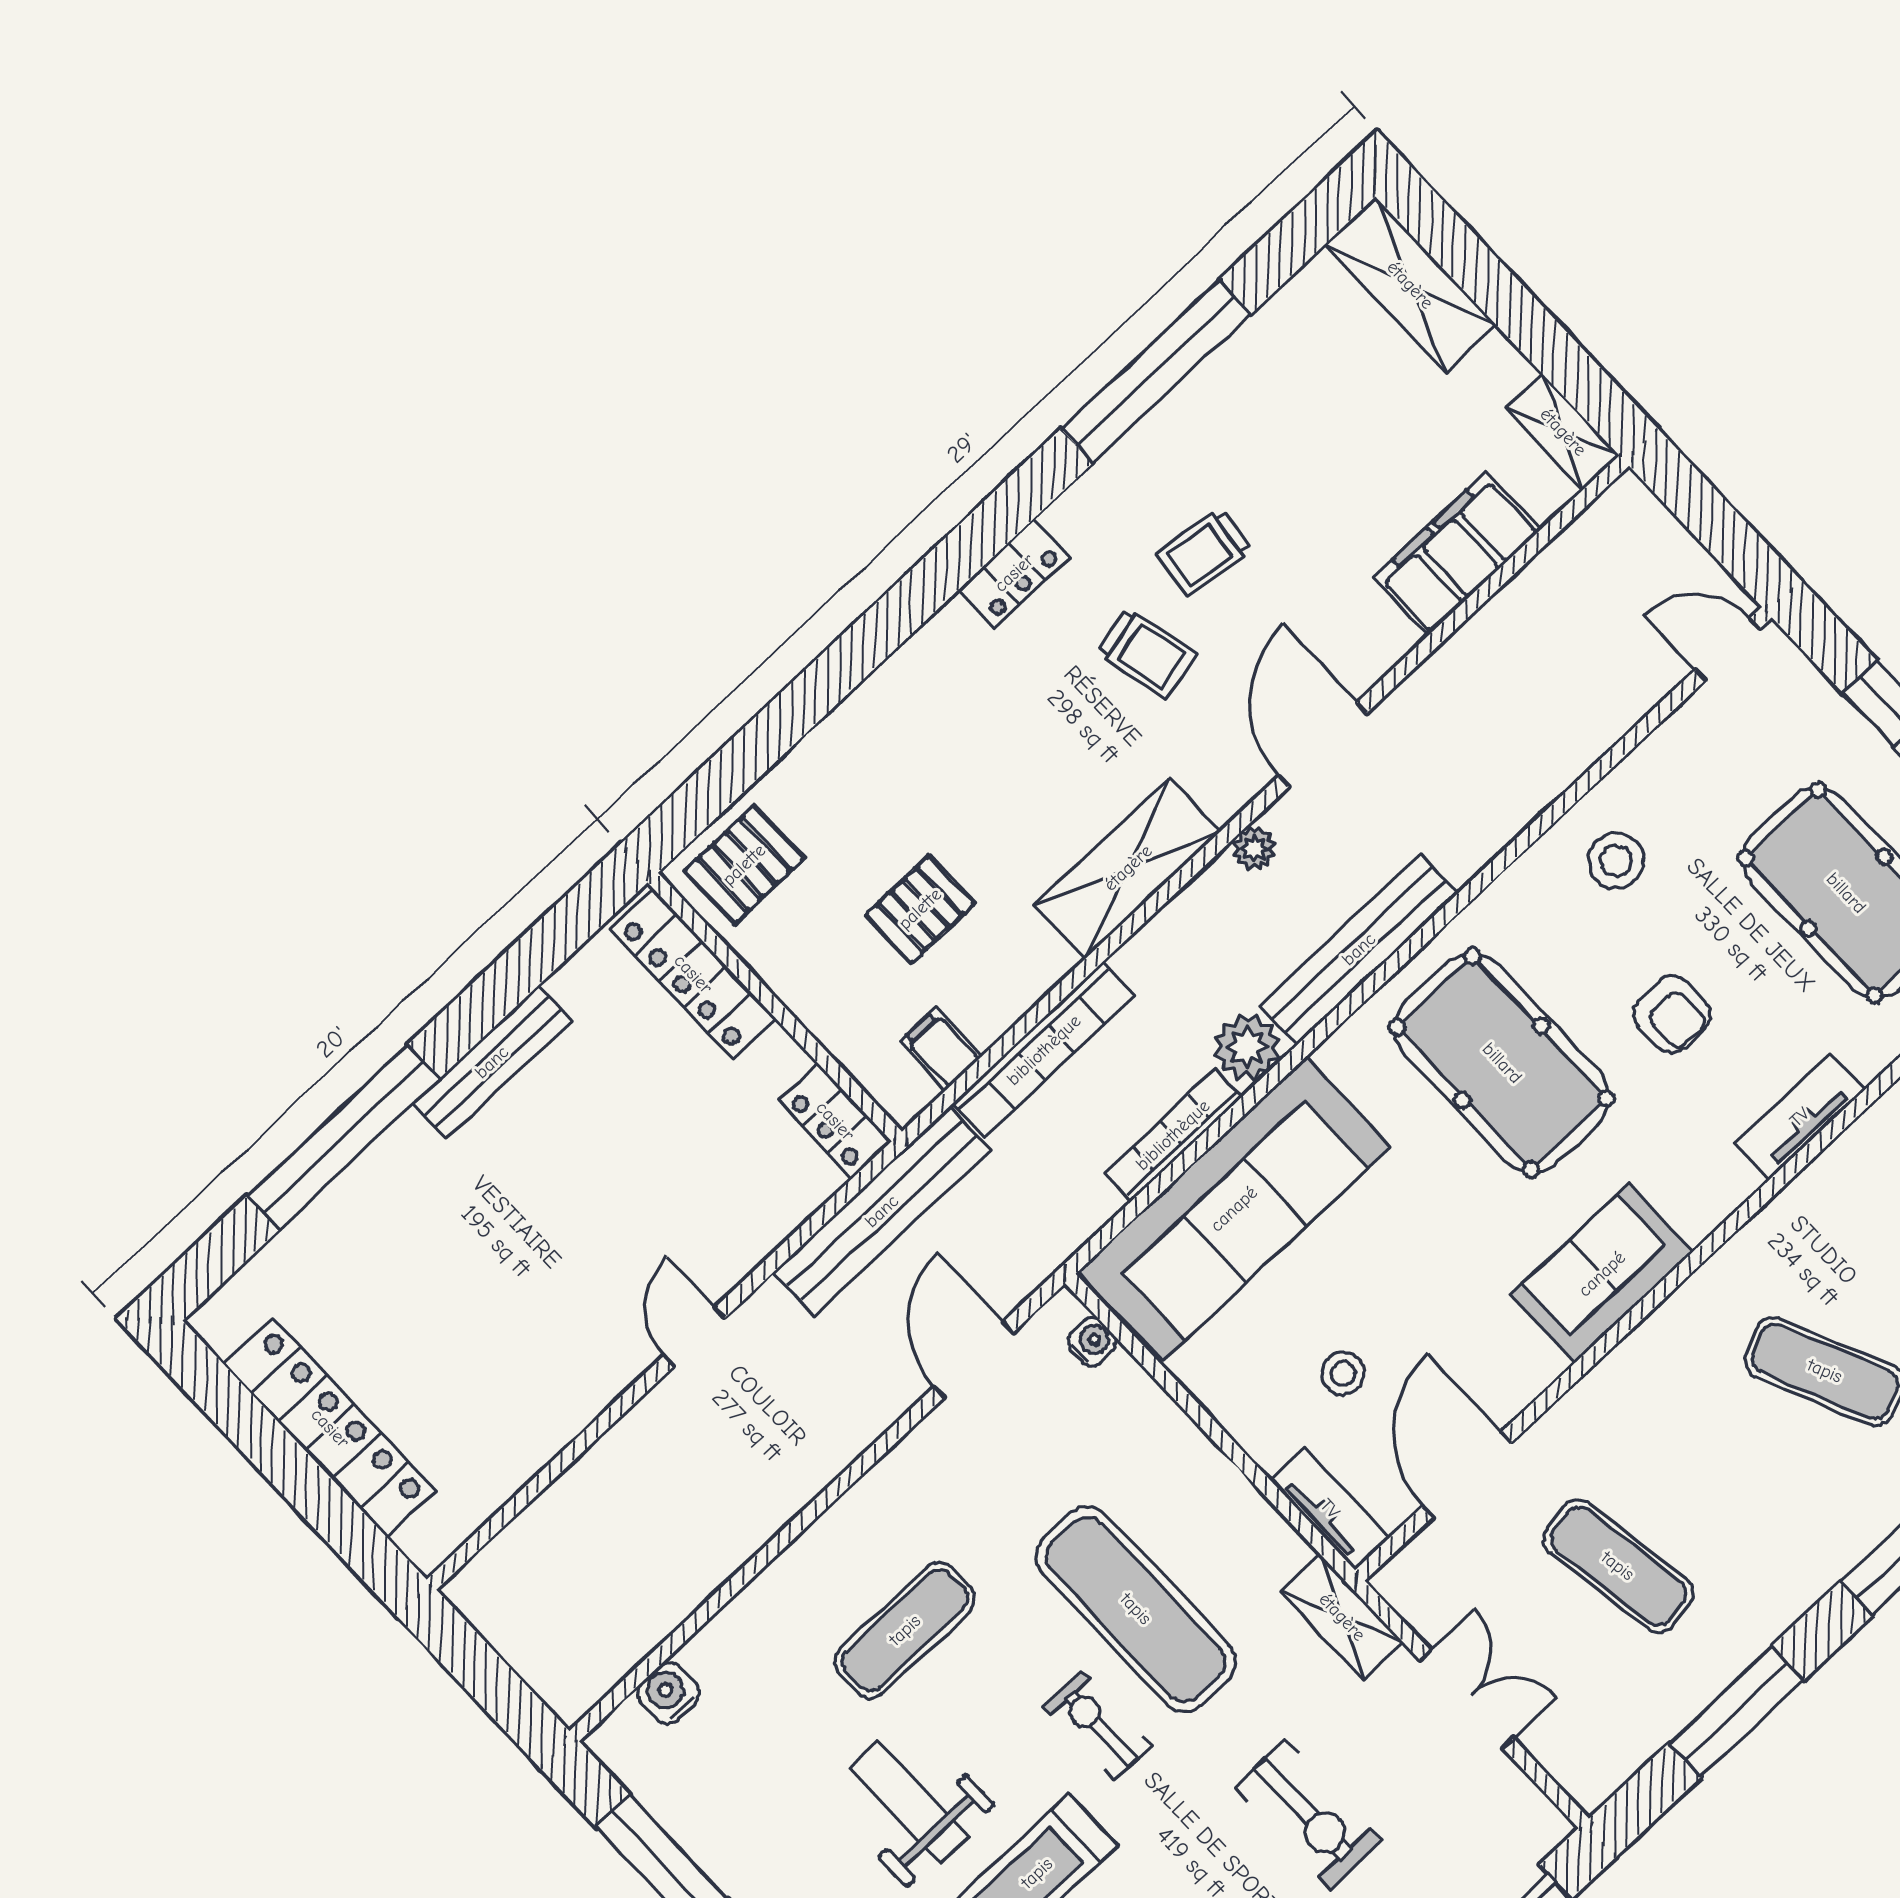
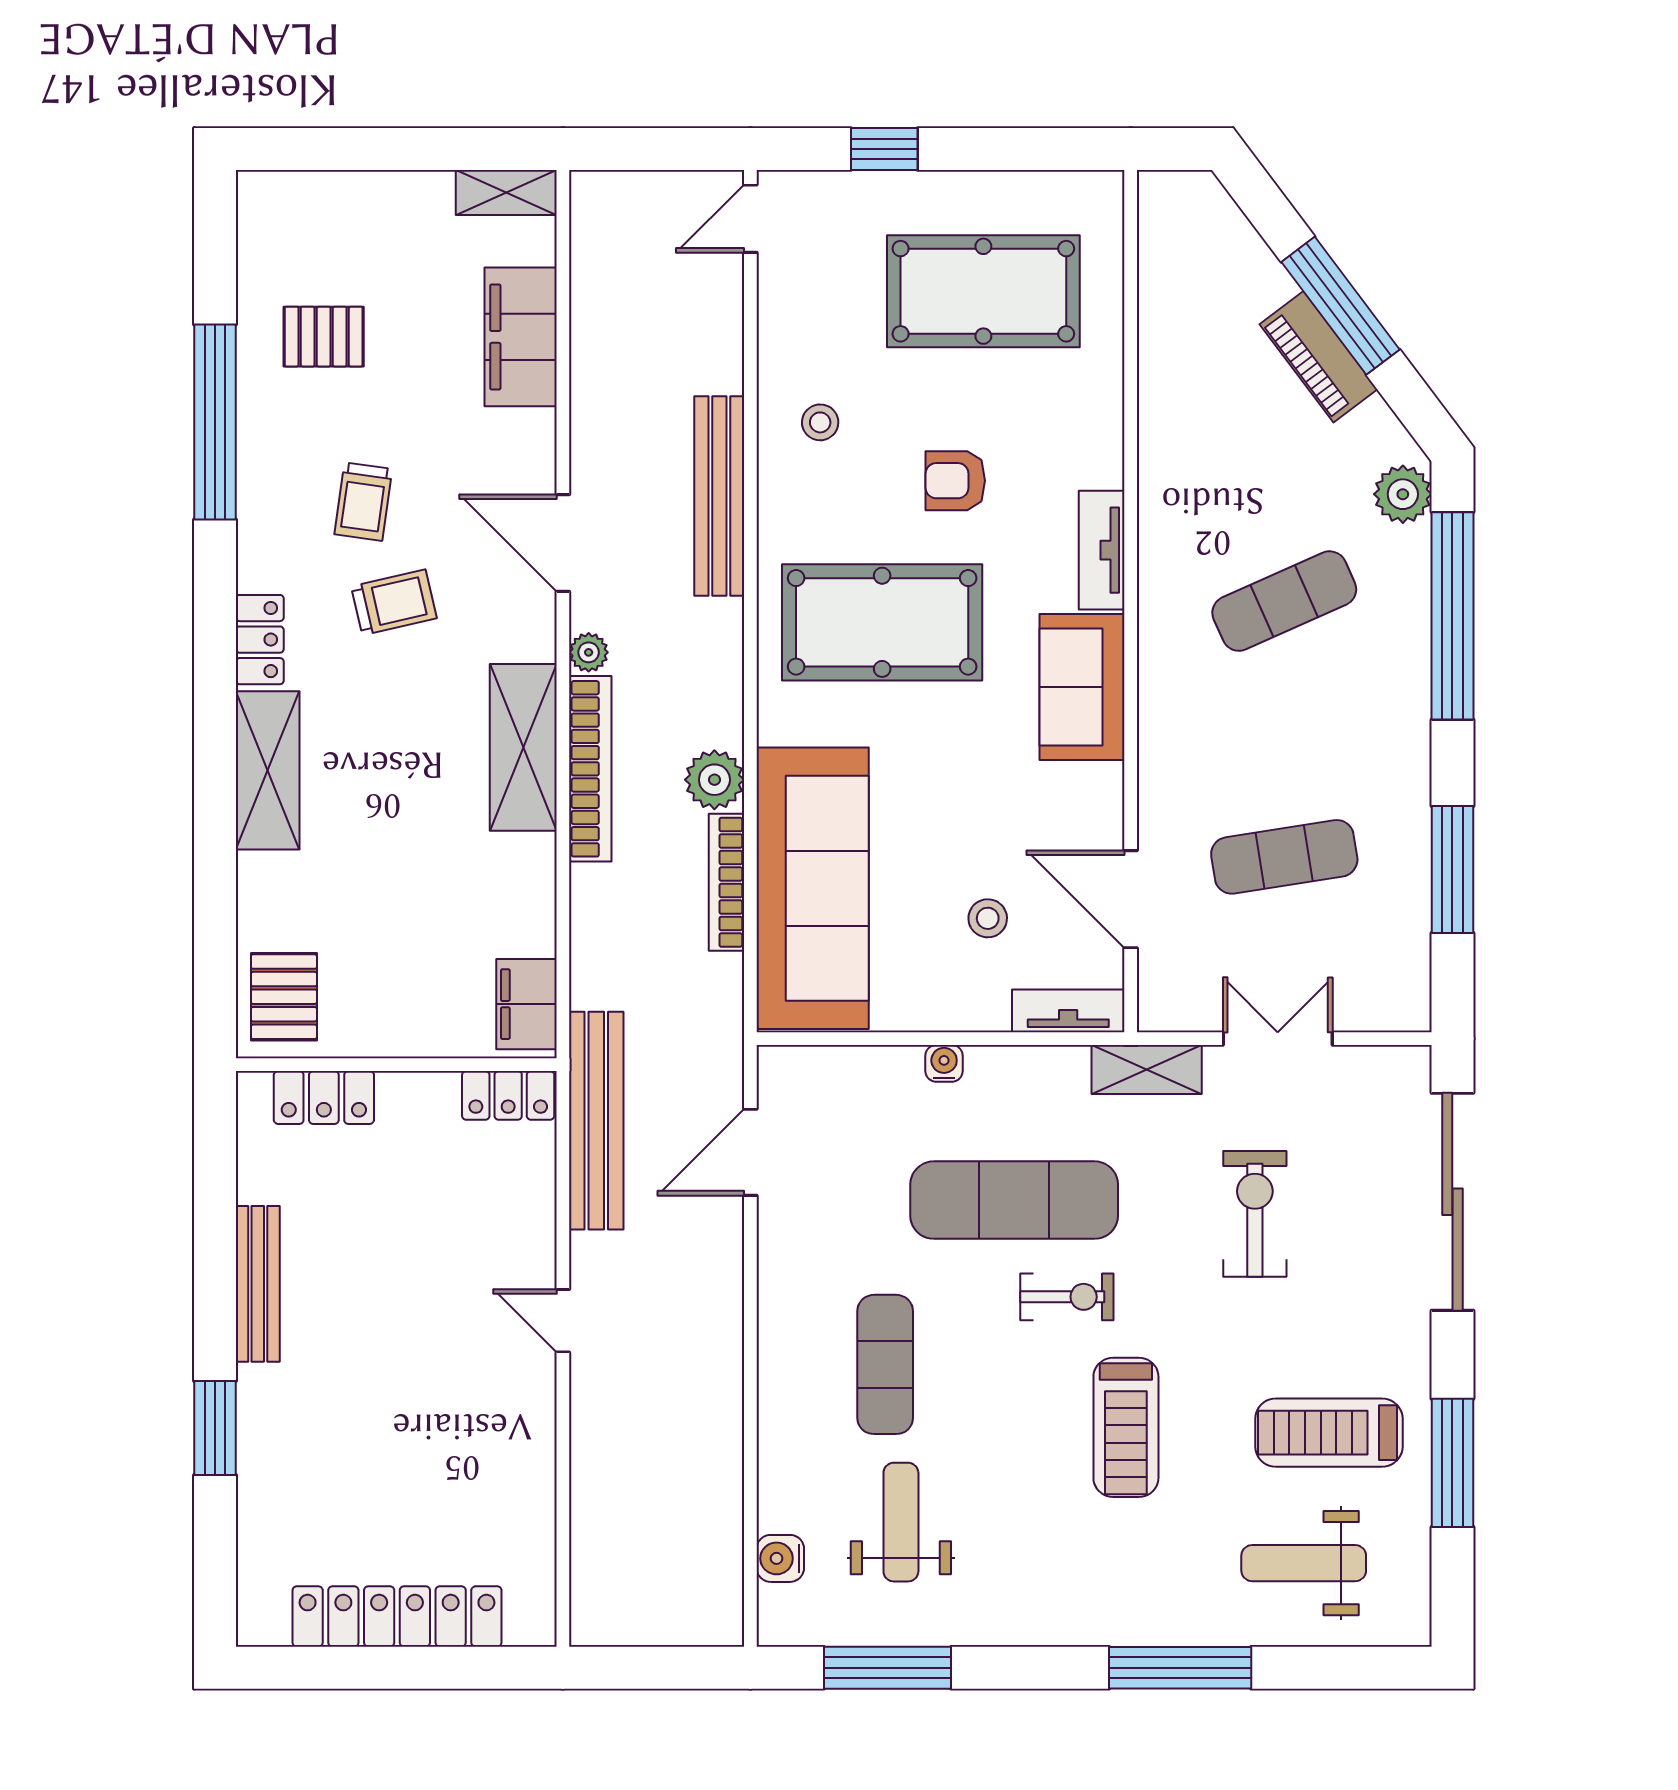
shelving: (1410, 285) -> (268, 770), moved, turned 90
stool: (1616, 861) -> (820, 422), width x0.73, depth x0.73
pallet: (920, 909) -> (324, 337), moved, turned 90
bench: (1359, 949) -> (719, 496), moved
locker: (693, 974) -> (324, 1097), width x0.66
armchair: (1672, 1014) -> (955, 481), turned 180
filing cabinet: (941, 1049) -> (526, 1004), width x2.00
bookcase: (1044, 1050) -> (590, 769), moved
tv unit: (1800, 1117) -> (1102, 550), moved
window: (343, 1137) -> (215, 1428), width x0.47
water cooler: (1092, 1342) -> (944, 1063), moved
door: (973, 1360) -> (750, 1152), hinge flipped
exercise bike: (1098, 1725) -> (1067, 1297), turned 180
weight bench: (909, 1802) -> (901, 1522), moved, turned 90
exercise bike: (1308, 1814) -> (1255, 1214), turned -90

